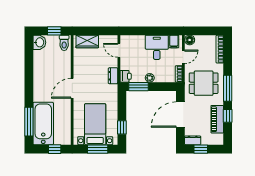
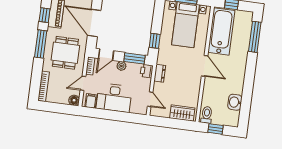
washbasin: (39, 42) -> (235, 102), moved
desk: (157, 47) -> (114, 98), width x1.37
dining table: (204, 83) -> (65, 53), turned 90
door: (165, 87) -> (106, 55), added
door: (72, 88) -> (205, 66), hinge flipped
door: (180, 115) -> (94, 23), swing flipped
bathtub: (43, 124) -> (221, 31), moved, turned 180
window: (122, 127) -> (155, 41), moved

